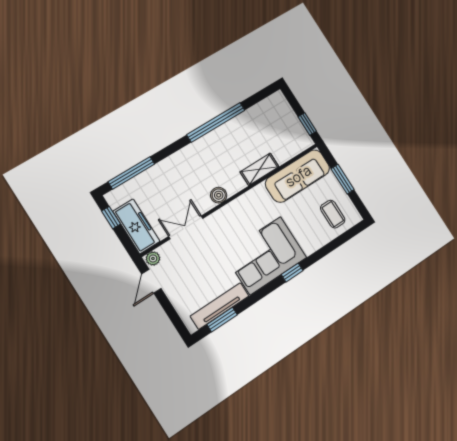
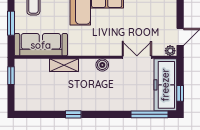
window: (216, 122) -> (73, 114), width x0.32
freezer: (136, 226) -> (165, 85), width x1.36, depth x1.26
double door: (186, 227) -> (137, 57), swing flipped

